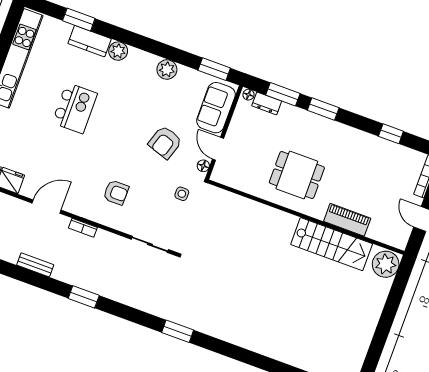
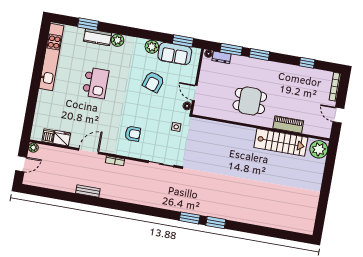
sofa: (216, 108) -> (175, 54), moved, turned -90
armchair: (165, 142) -> (153, 82), moved
window: (84, 297) -> (216, 223), moved

